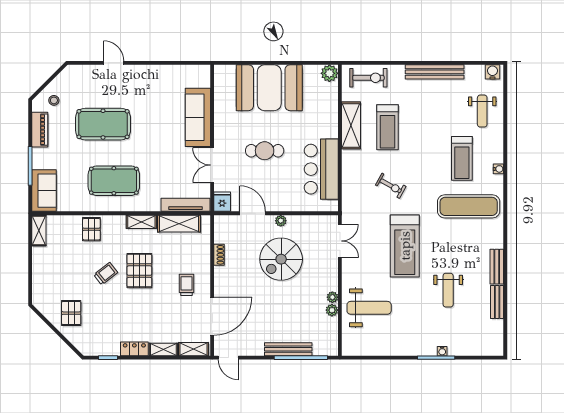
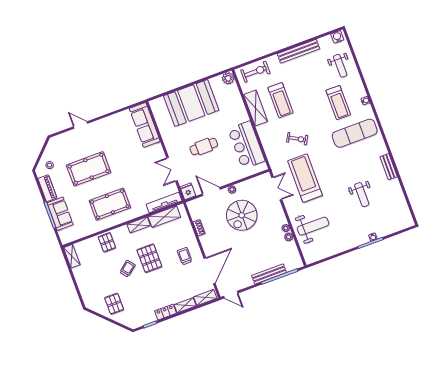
sofa: (198, 117) -> (145, 125), moved
sofa: (44, 191) -> (60, 214), moved
treadmill: (405, 246) -> (305, 178), moved, turned 180
bench: (497, 302) -> (398, 190), removed

